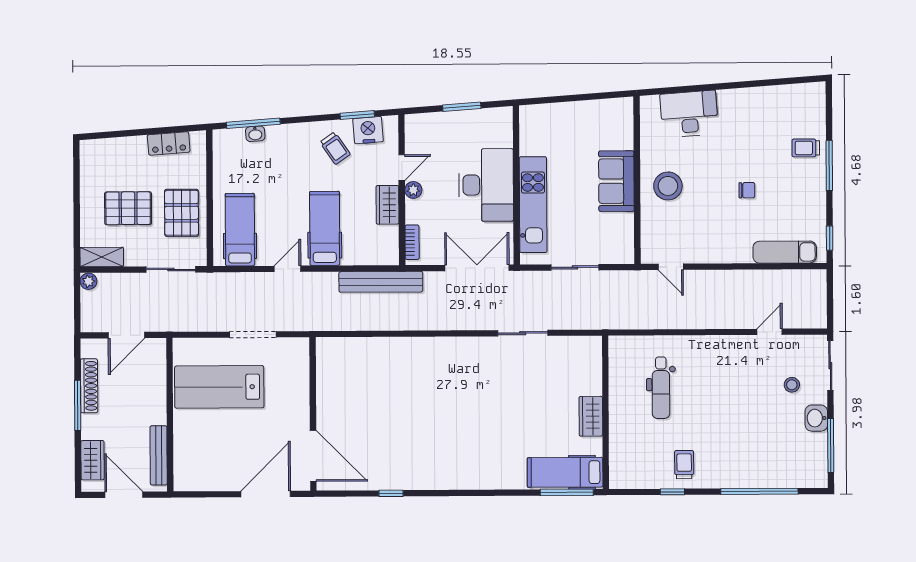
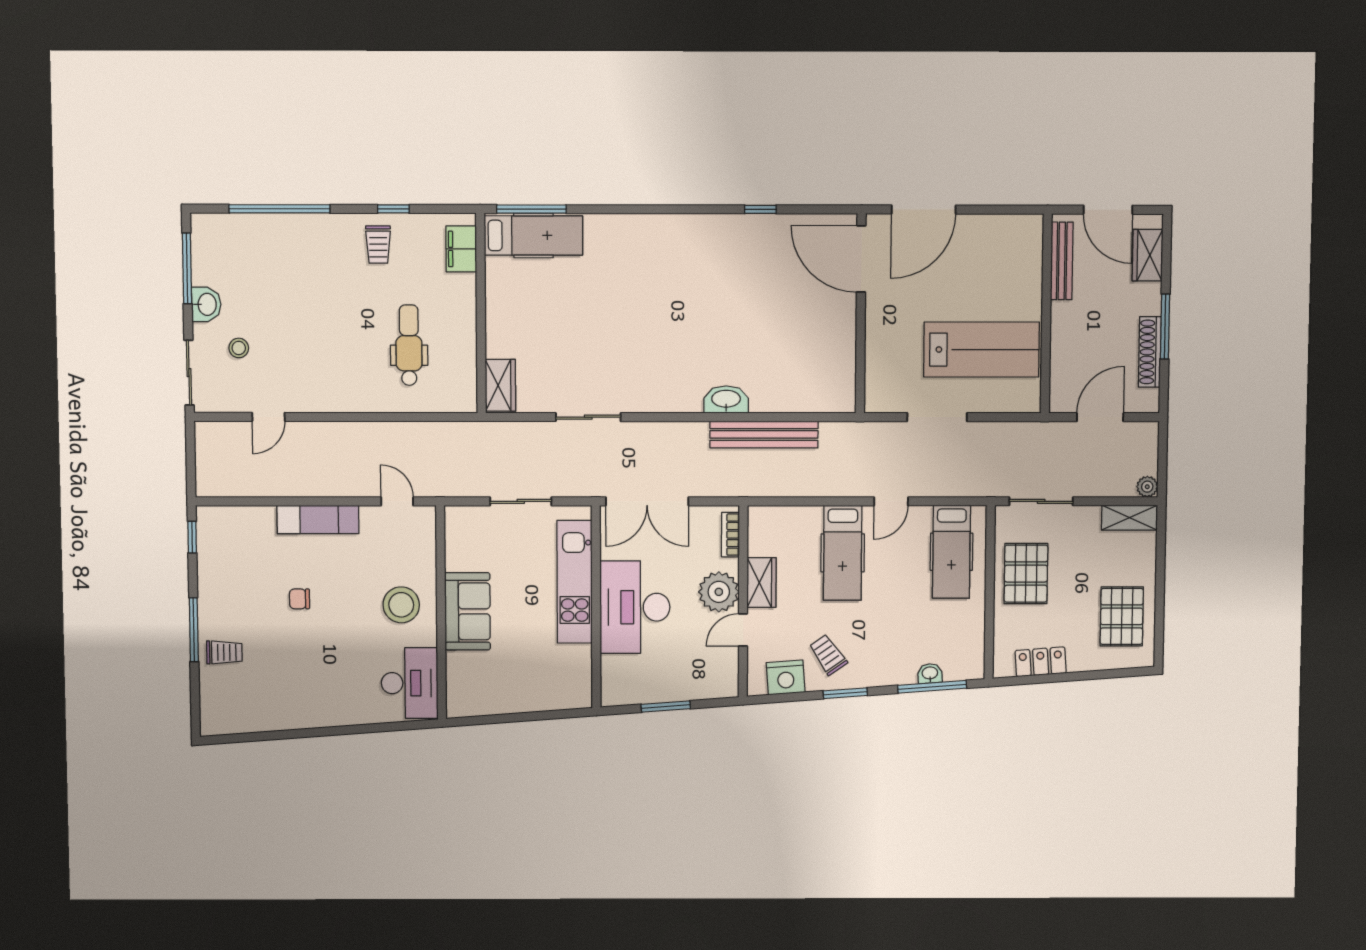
desk: (689, 114) -> (410, 683), moved, turned -86
window: (357, 115) -> (845, 693), moved
plant: (413, 190) -> (719, 592), width x1.88, depth x1.88
pallet: (128, 208) -> (1122, 616), moved, turned 90
exam couch: (785, 252) -> (318, 520), moved
bench: (381, 282) -> (764, 434), moved
washbasin: (416, 347) -> (726, 400), added
wardrobe: (591, 416) -> (500, 385), moved
filing cabinet: (621, 462) -> (461, 249), added

